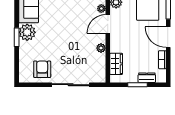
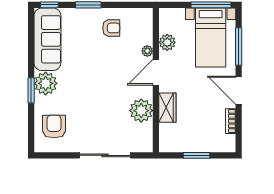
plant: (101, 48) -> (141, 111), width x1.87, depth x1.87
wardrobe: (116, 64) -> (167, 108), moved
armchair: (42, 69) -> (54, 126), moved
dresser: (147, 78) -> (209, 146), removed

